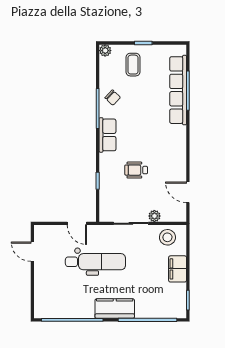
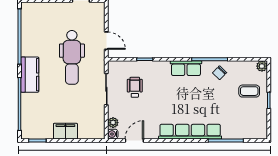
row of seats: (178, 90) -> (190, 132), moved
wheelchair: (136, 170) -> (135, 87), moved
plant: (154, 216) -> (113, 123), moved
water cooler: (181, 216) -> (113, 134), added
door: (77, 223) -> (106, 41), swing flipped
stool: (167, 237) -> (94, 122), removed

